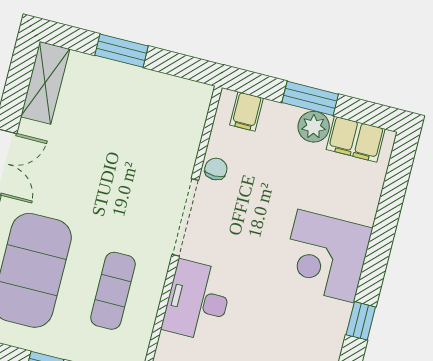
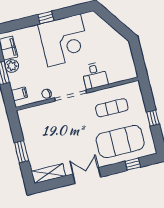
corner desk: (326, 256) -> (64, 40), width x1.36, depth x1.36
desk: (198, 301) -> (95, 76), width x0.73
window: (361, 321) -> (46, 18), moved

